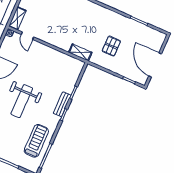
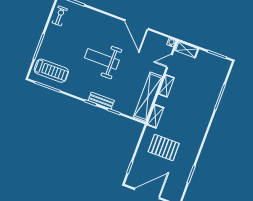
shelving: (51, 40) -> (166, 86), added
pallet: (111, 46) -> (164, 148), width x1.50, depth x1.42
shelving: (61, 59) -> (148, 97), added
treadmill: (36, 141) -> (51, 71), moved

